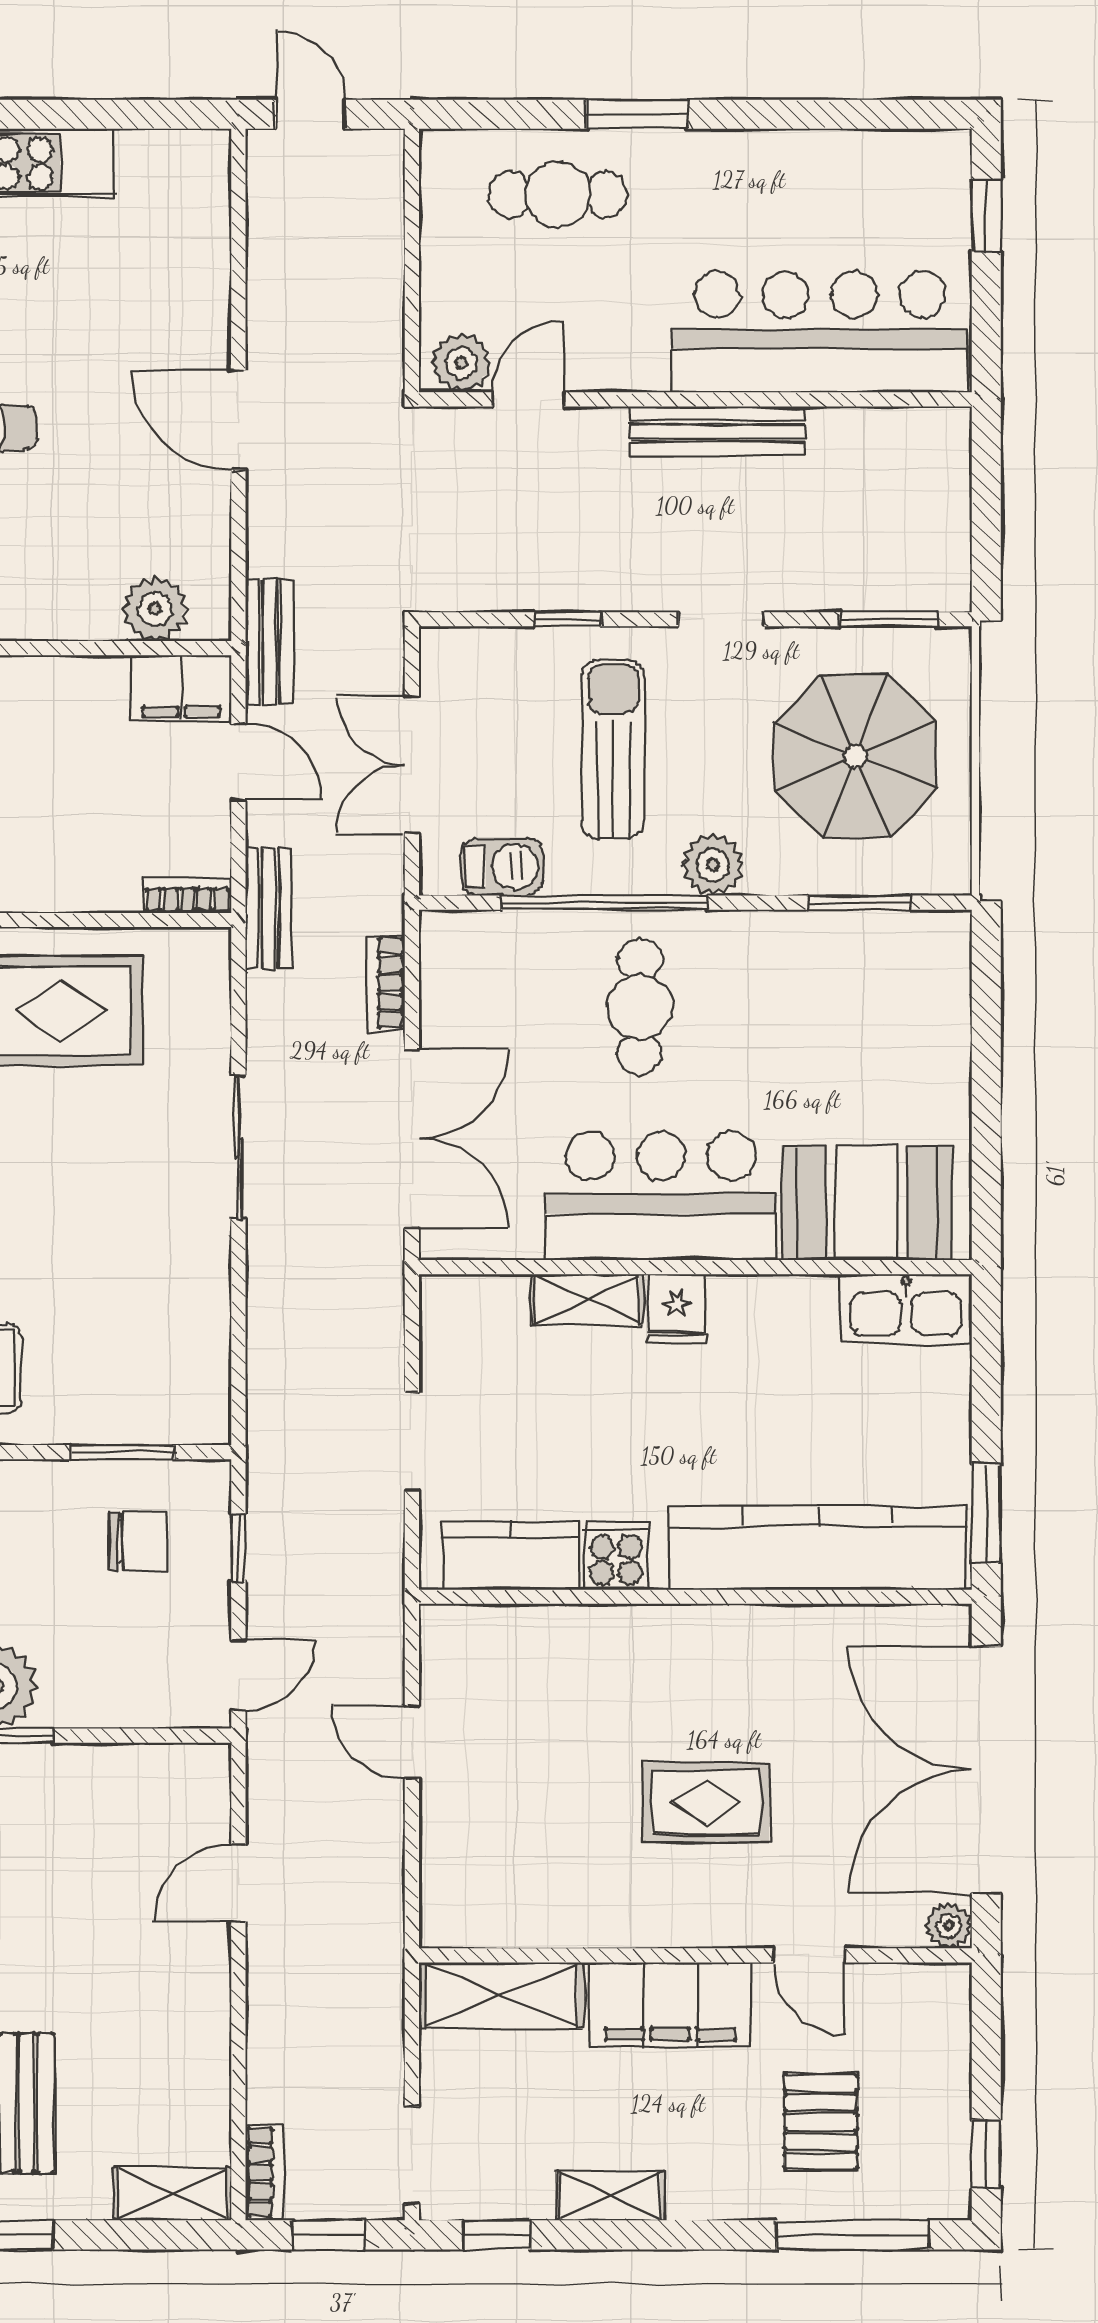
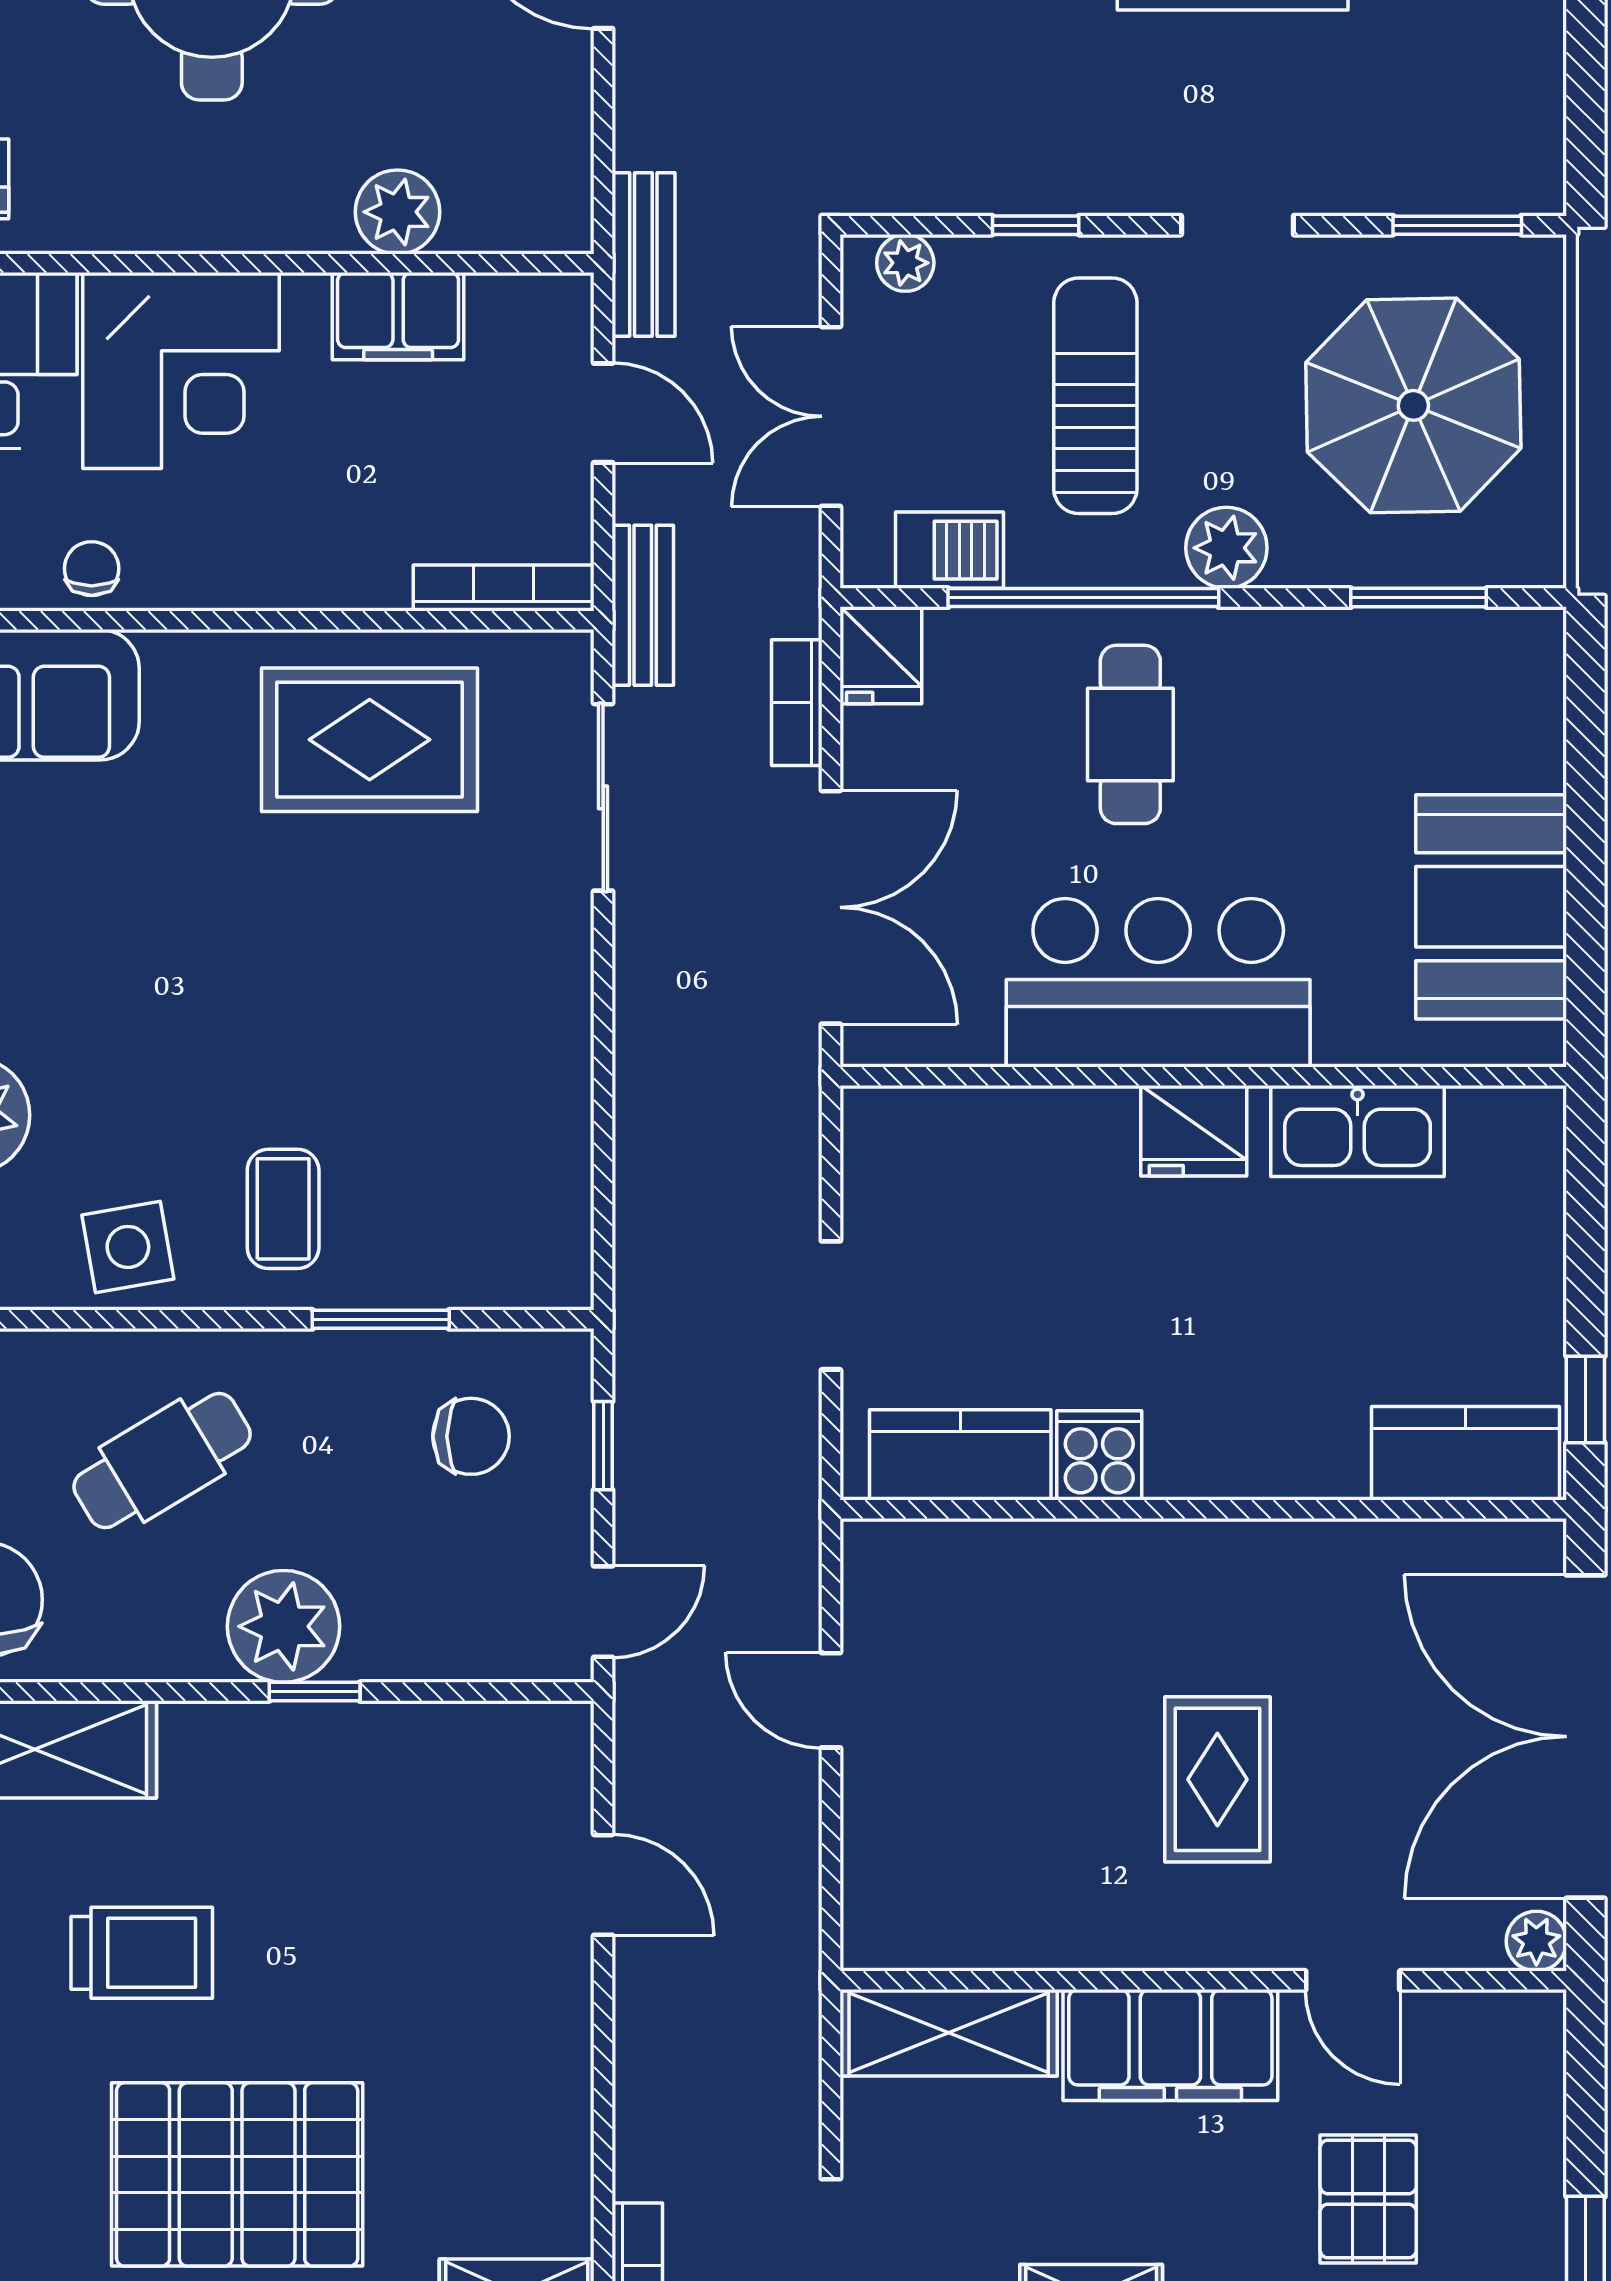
plant: (155, 609) -> (398, 212), moved
plant: (468, 648) -> (905, 263), added
filing cabinet: (181, 688) -> (398, 316), moved
bookcase: (187, 895) -> (504, 588), width x1.56
fridge: (450, 947) -> (881, 655), added
sliding door: (238, 1147) -> (603, 797), moved
booth: (867, 1203) -> (1491, 907), moved, turned 90
shelving: (587, 1299) -> (1061, 1118), removed
fridge: (677, 1309) -> (1194, 1131), width x1.38
kitchen sink: (906, 1309) -> (1358, 1131), moved
window: (123, 1452) -> (381, 1319), moved
window: (986, 1513) -> (1585, 1400), width x0.67
kitchen counter: (818, 1548) -> (1466, 1453), width x0.48, depth x0.86
rug: (706, 1802) -> (1217, 1779), turned 90
door: (238, 1883) -> (603, 1885), swing flipped

